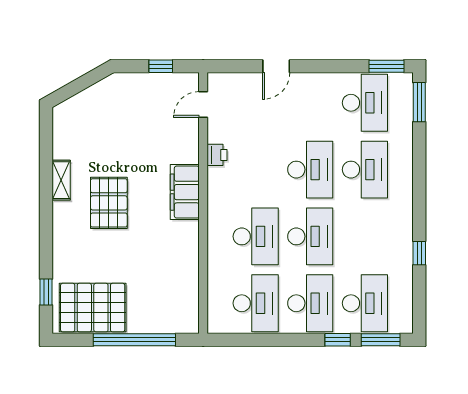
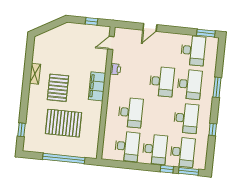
window: (419, 102) -> (217, 87), moved
desk: (310, 236) -> (186, 118), moved
pallet: (93, 308) -> (64, 123), moved

